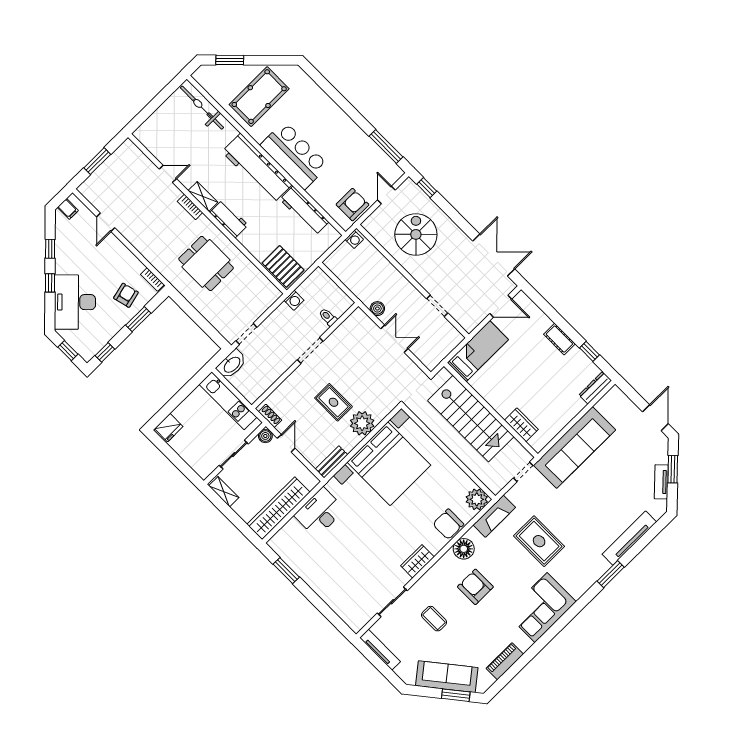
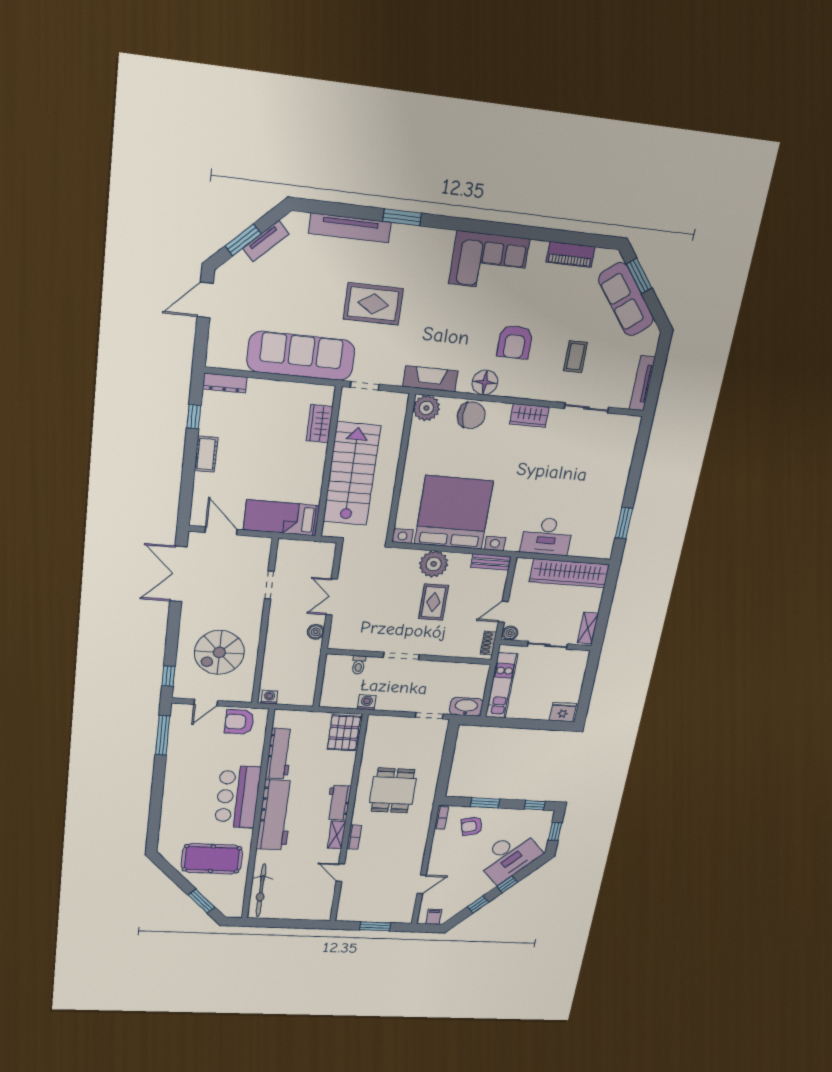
rug: (539, 541) -> (373, 304), moved, turned 90

